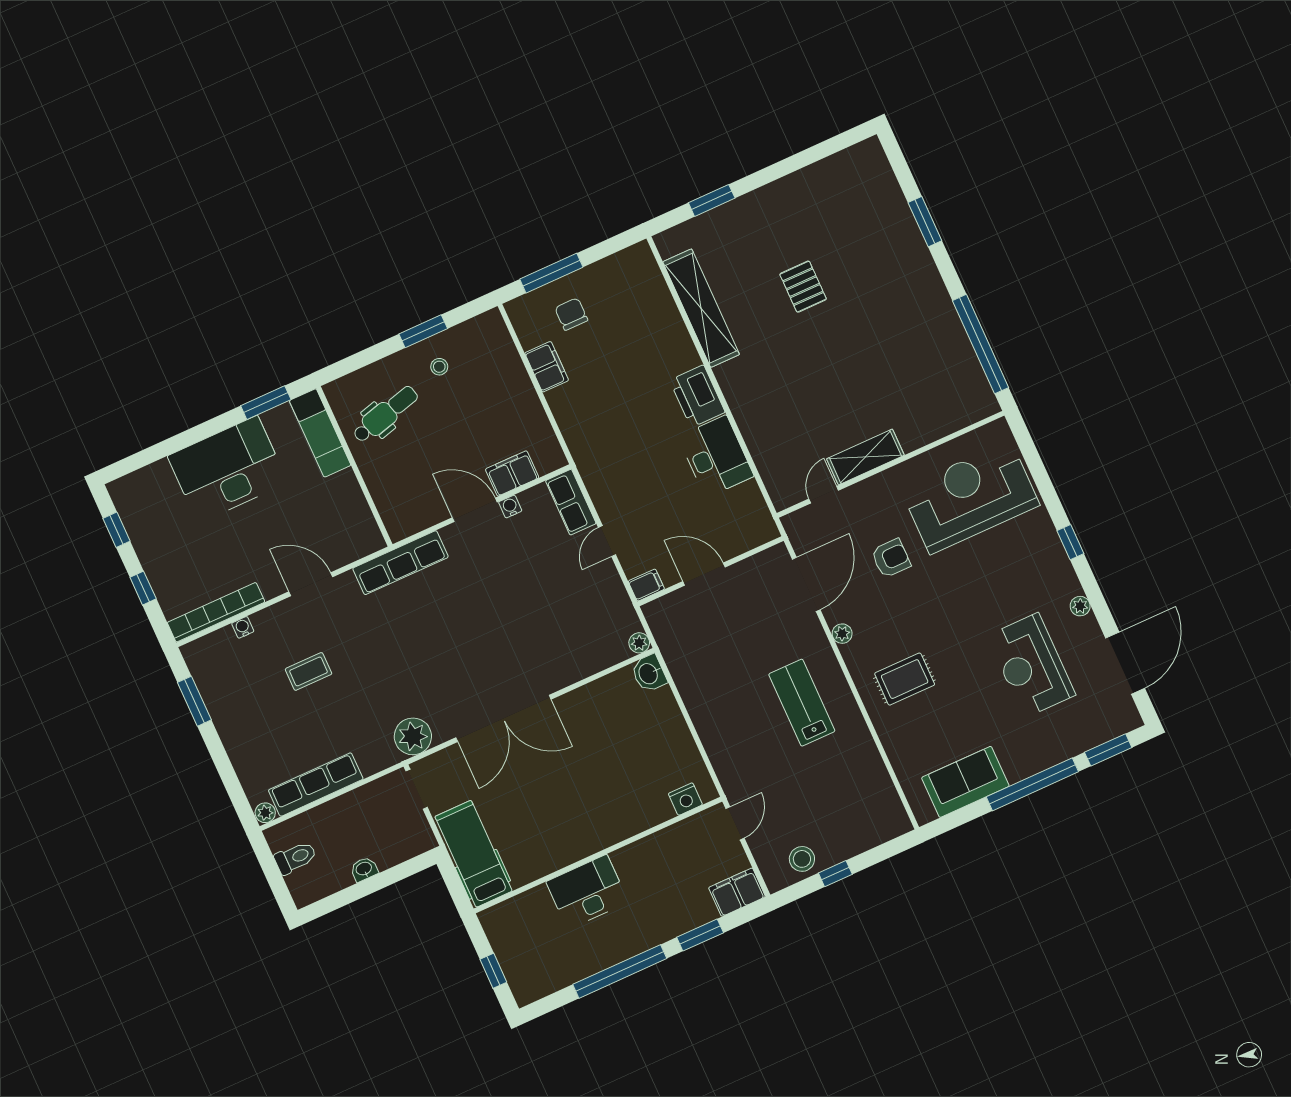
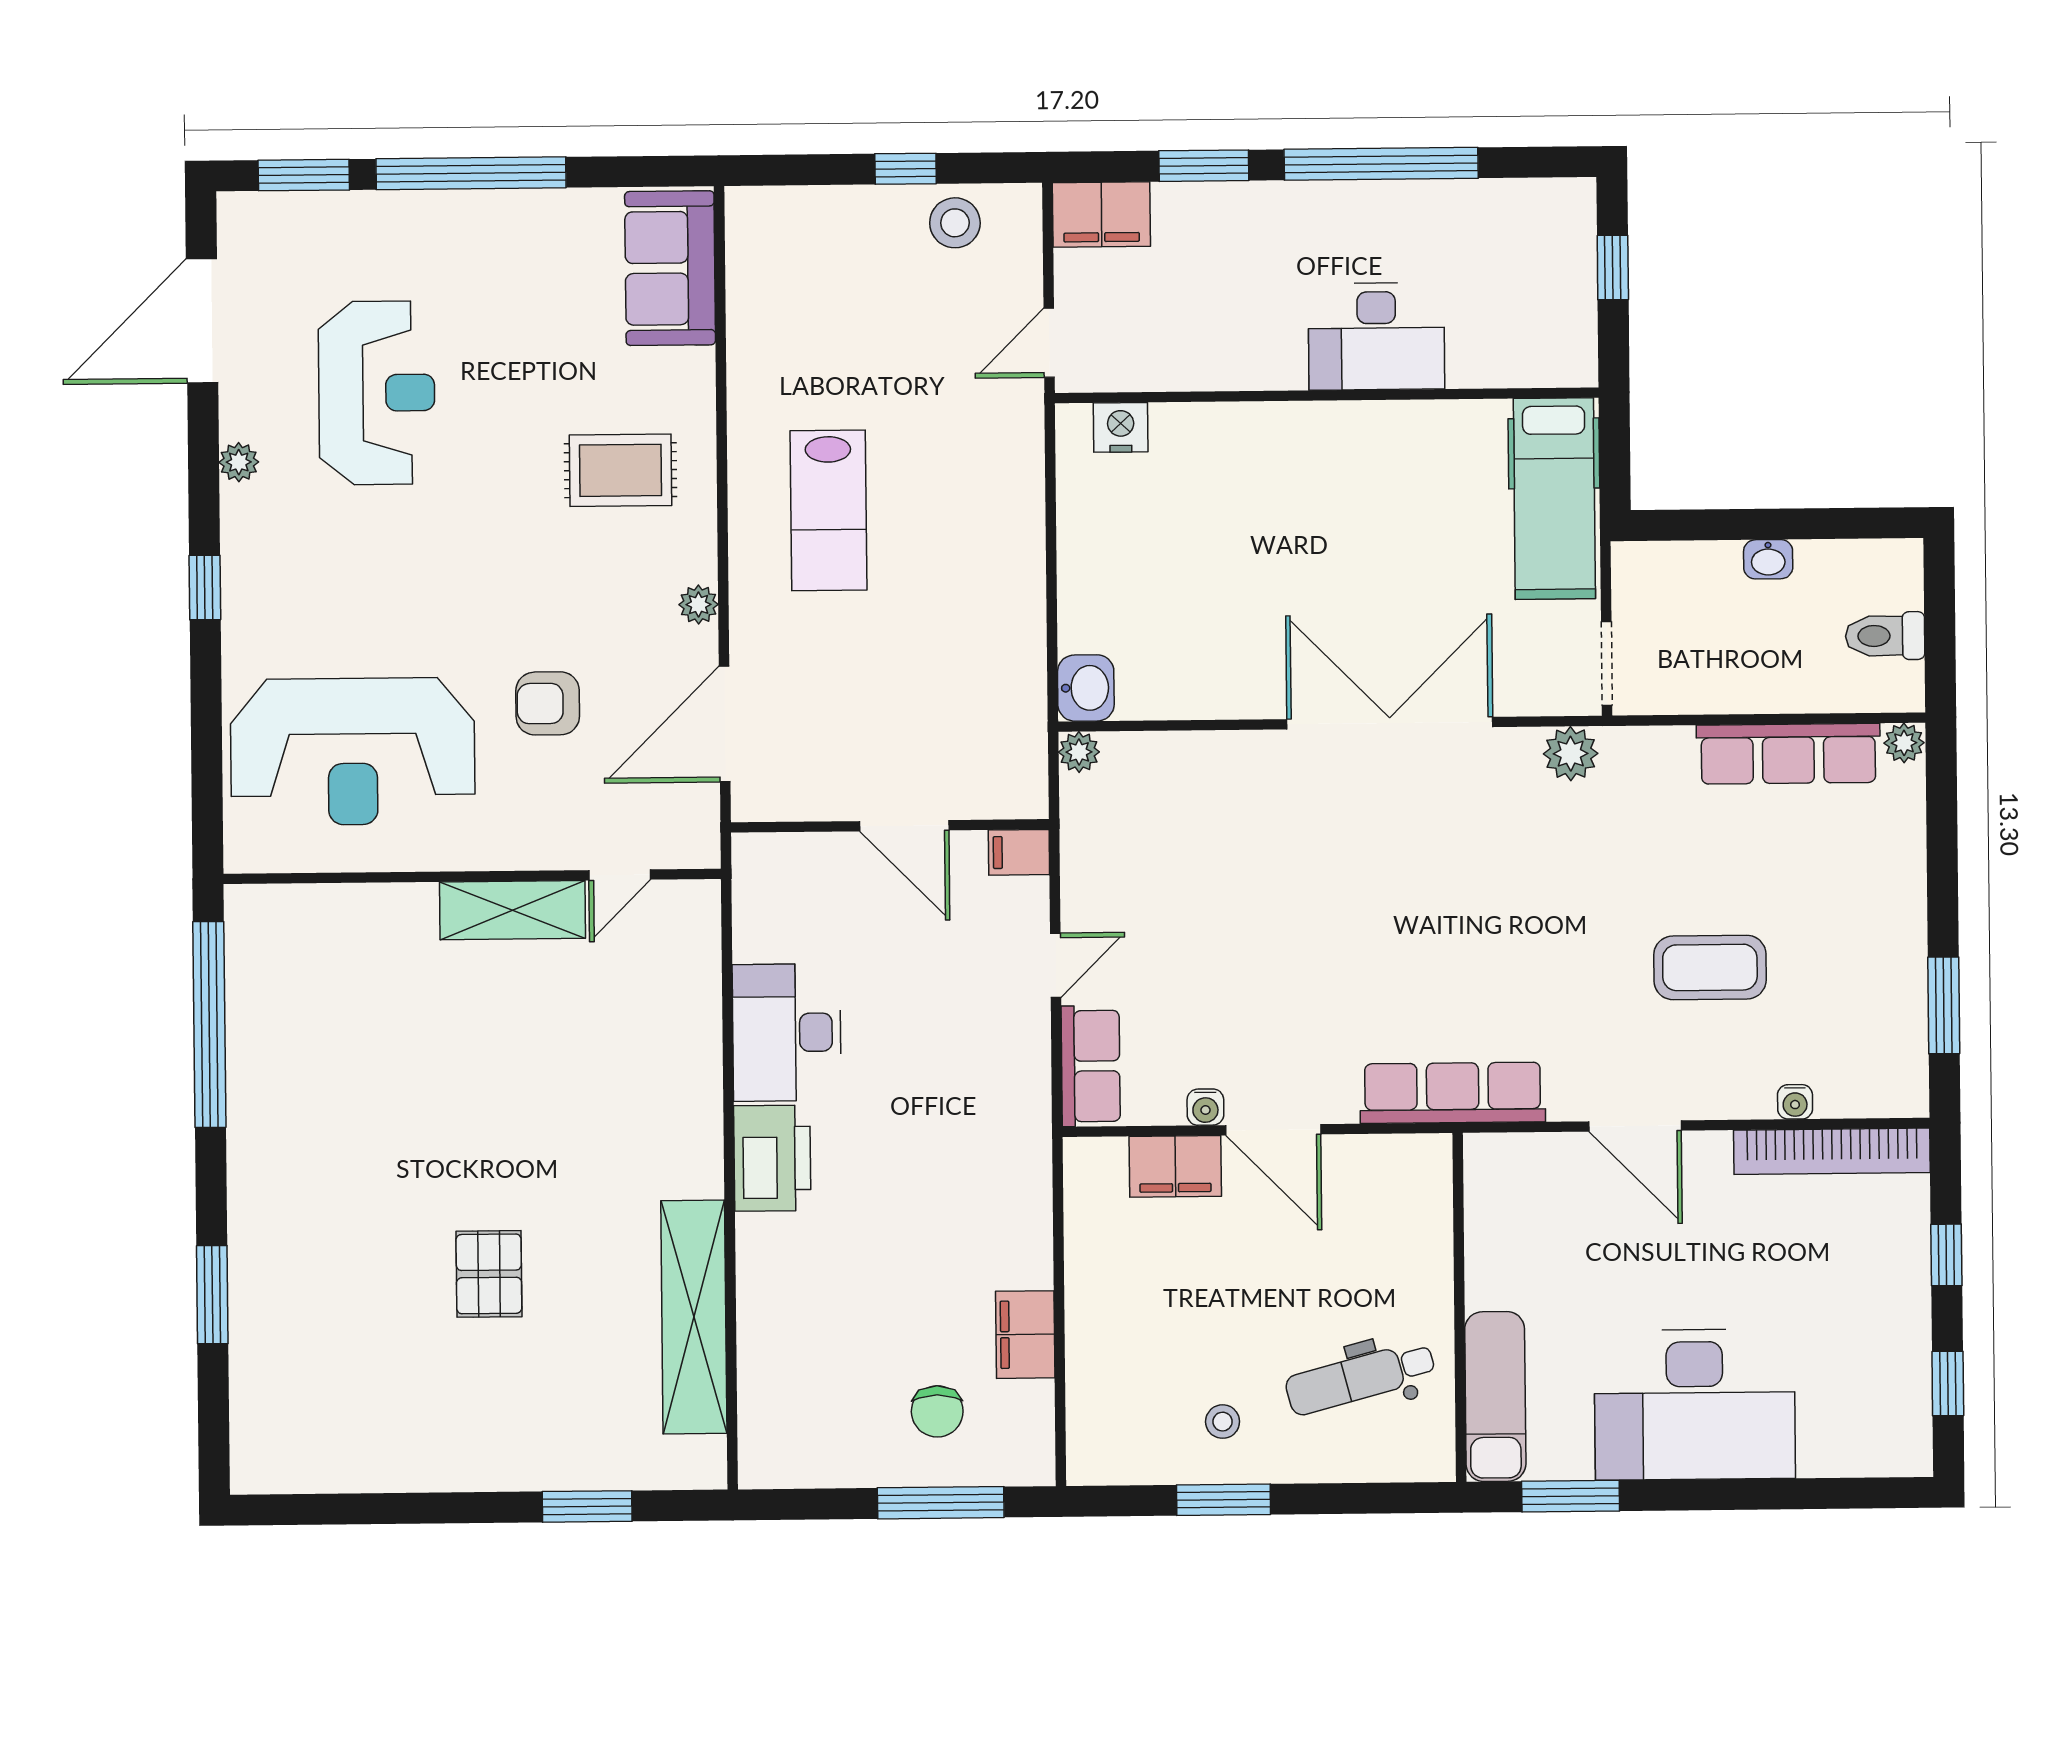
coffee table: (309, 671) -> (1710, 967), width x1.36, depth x1.30
plant: (413, 736) -> (1571, 754), width x0.73, depth x0.73
sofa: (965, 782) -> (670, 268), moved, turned 90

